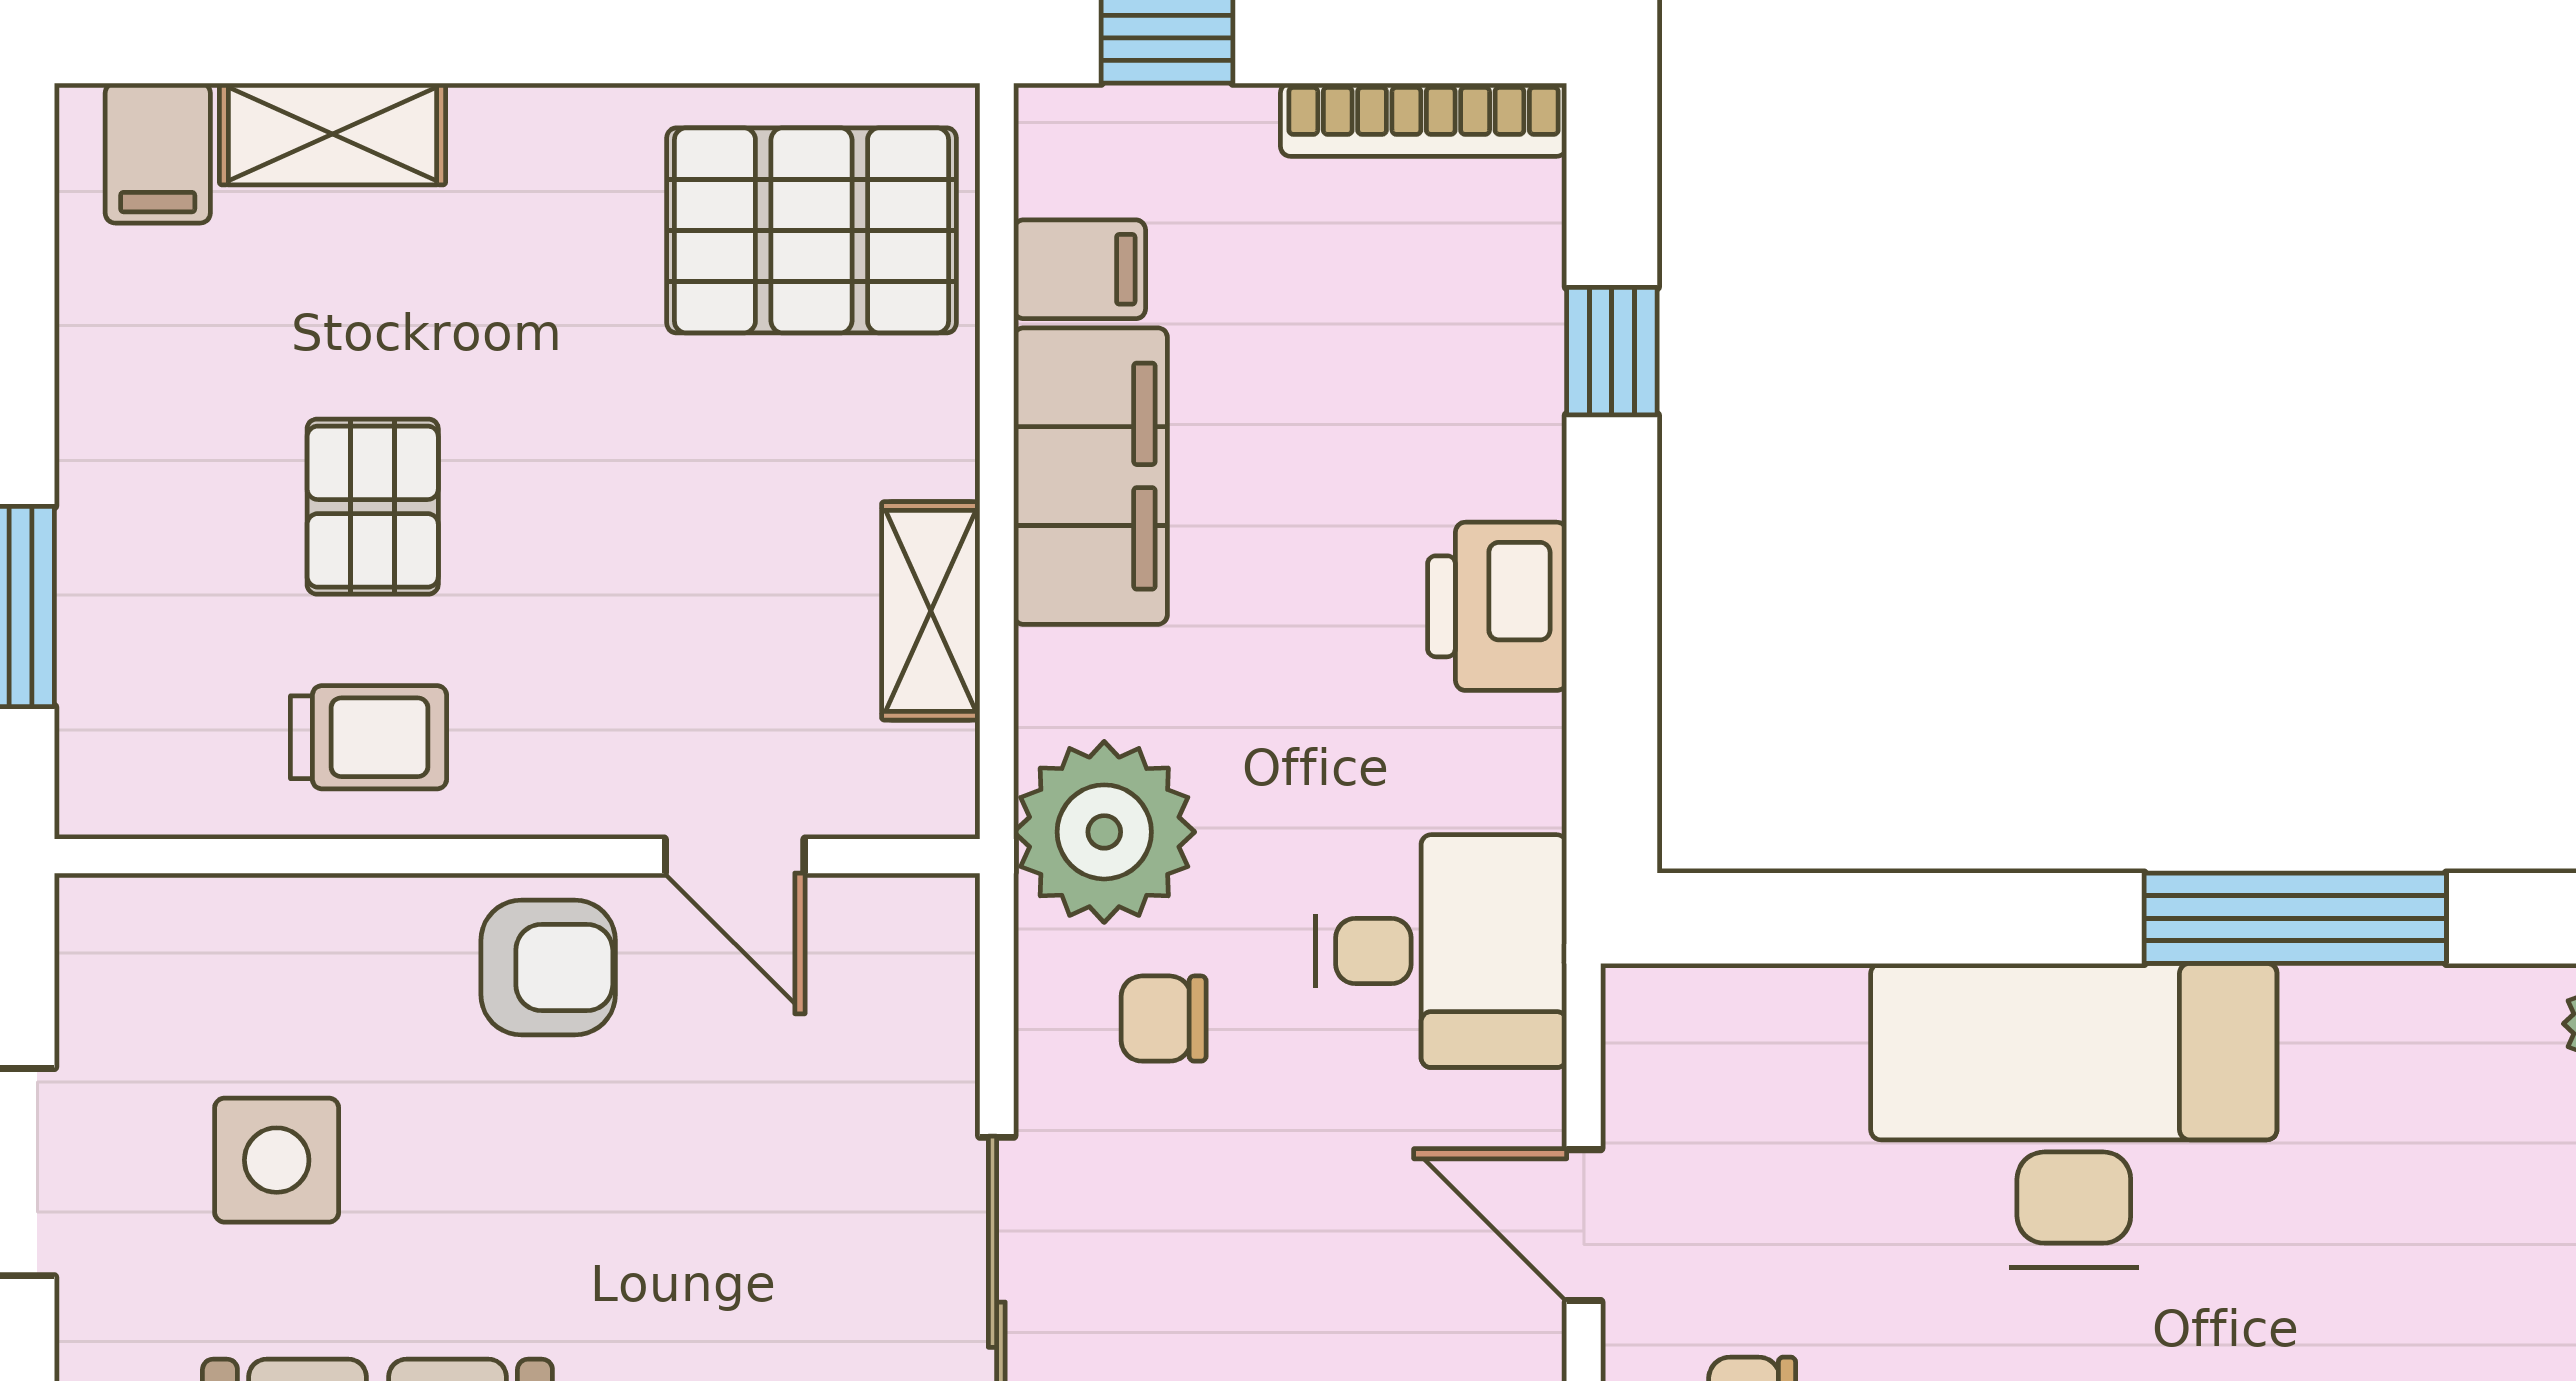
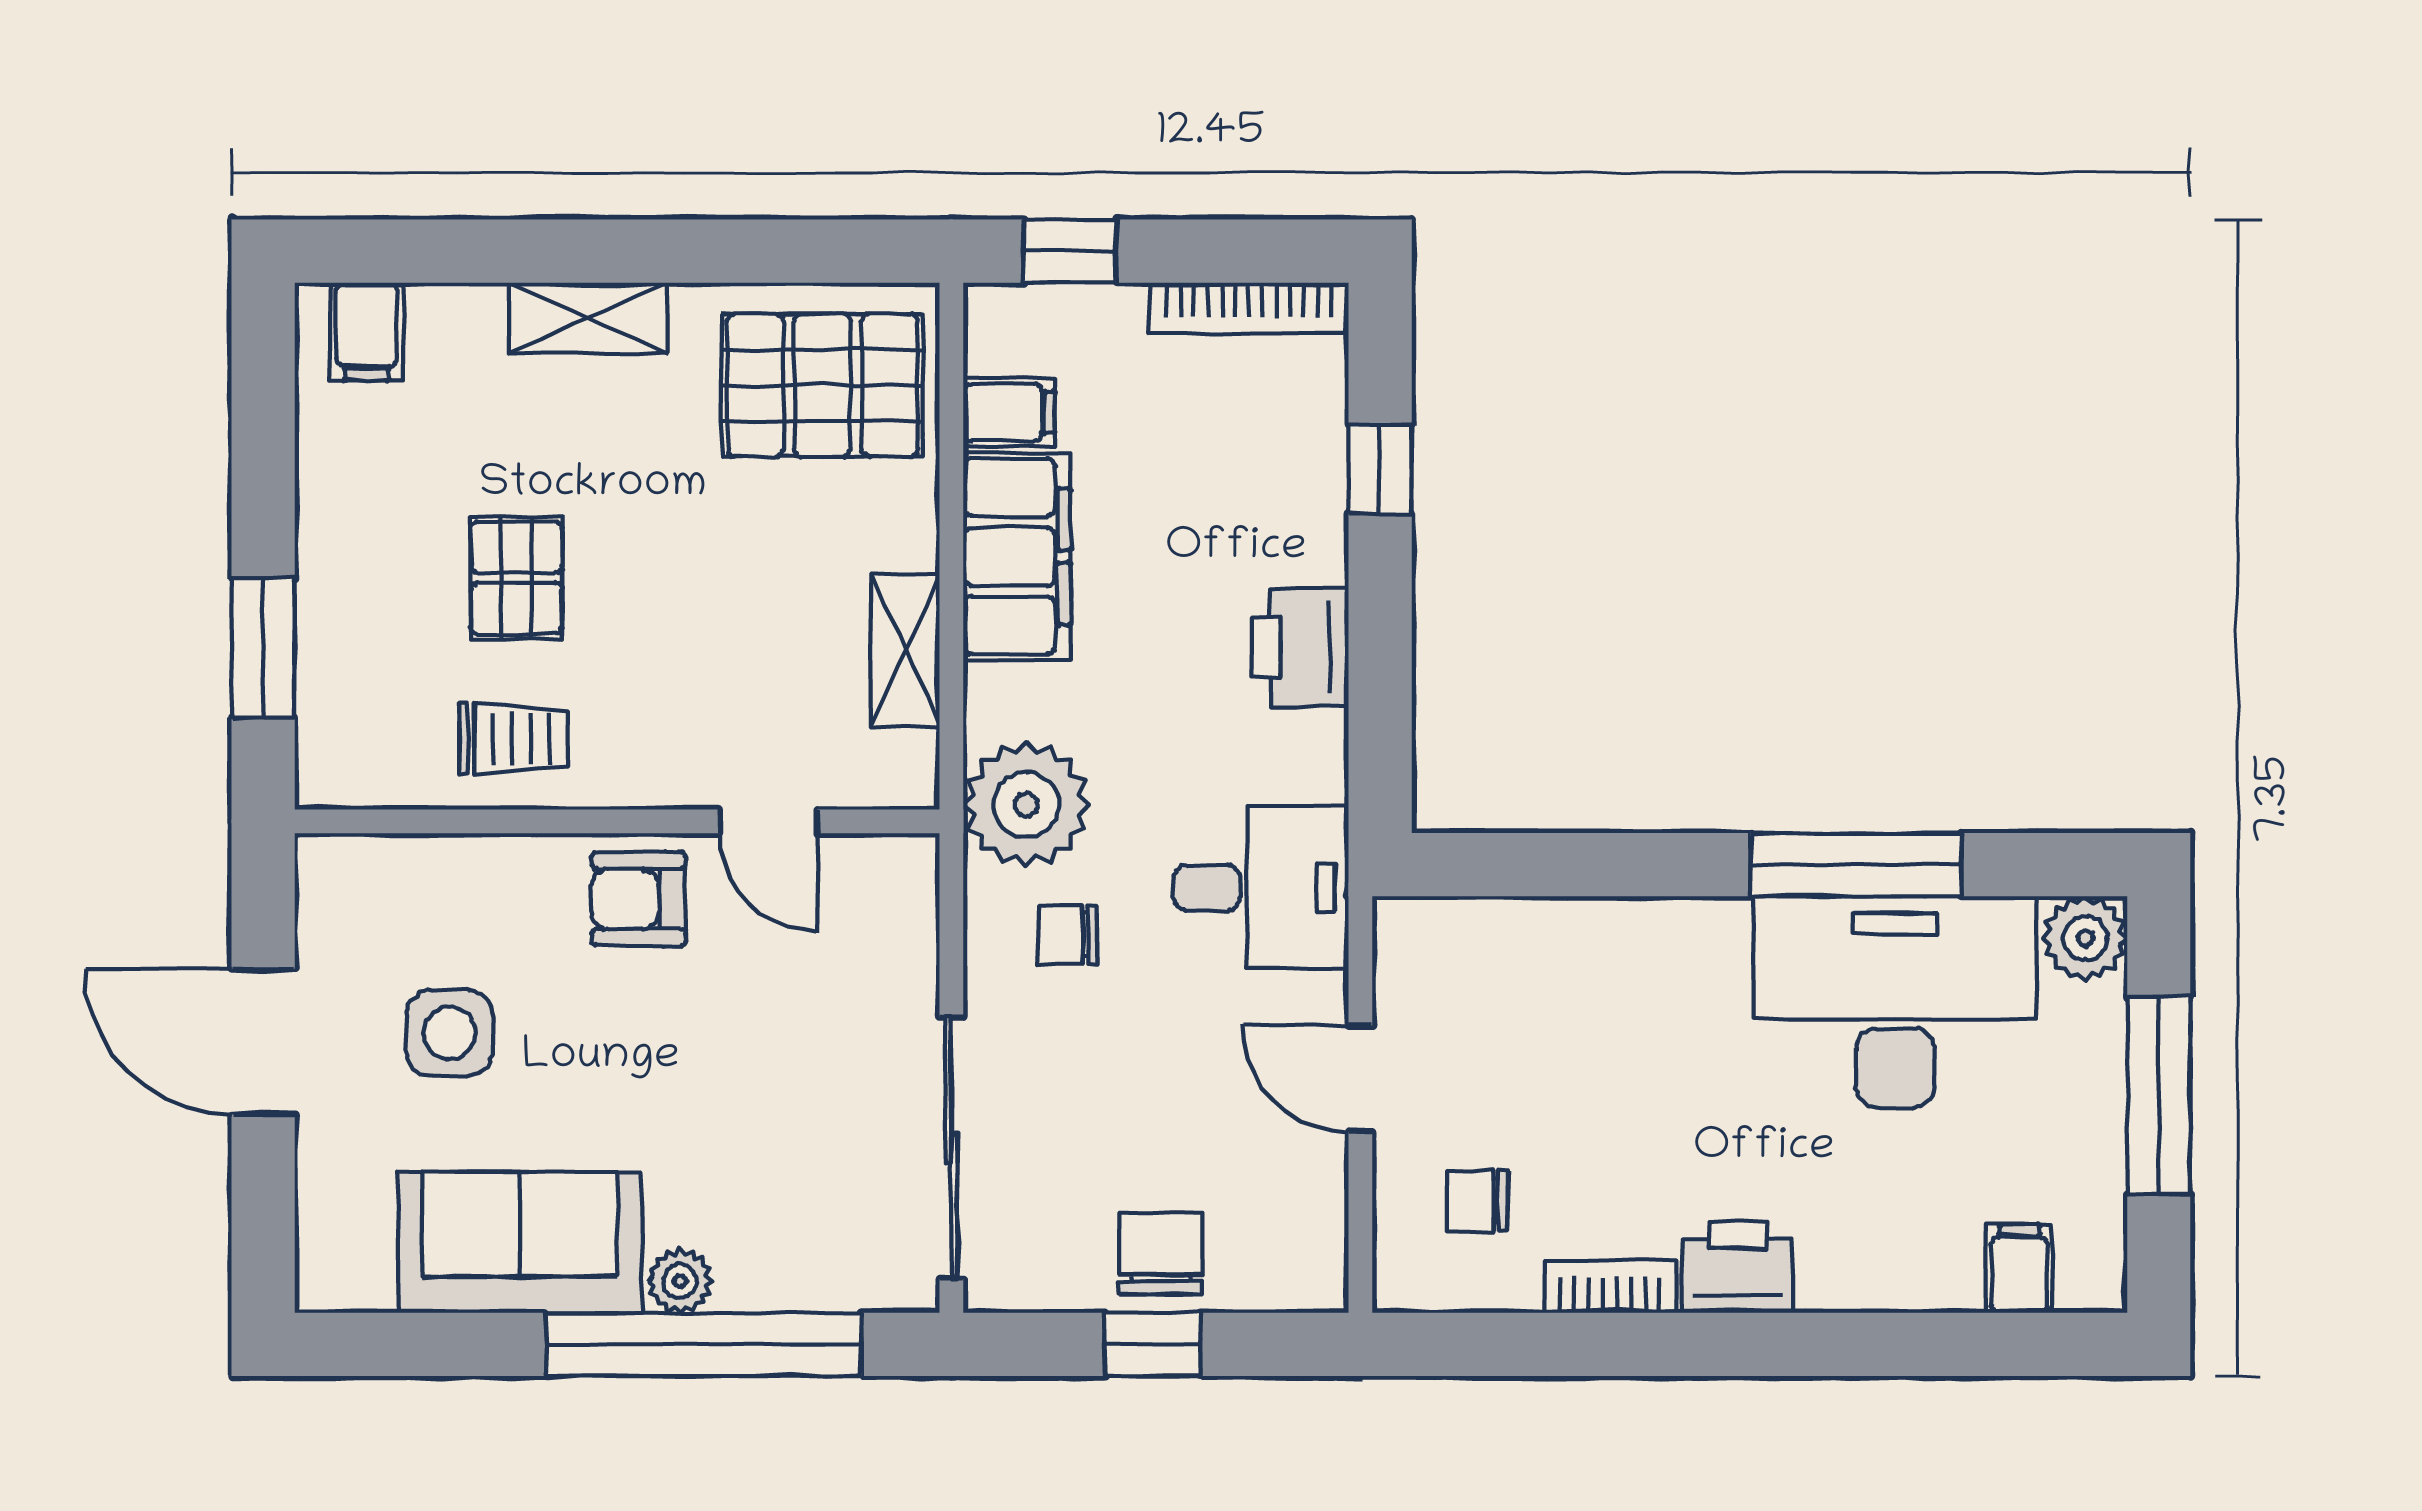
shelving: (332, 134) -> (589, 318), moved
armchair: (548, 968) -> (639, 899), turned 180
desk: (2074, 1115) -> (1895, 1002), moved

